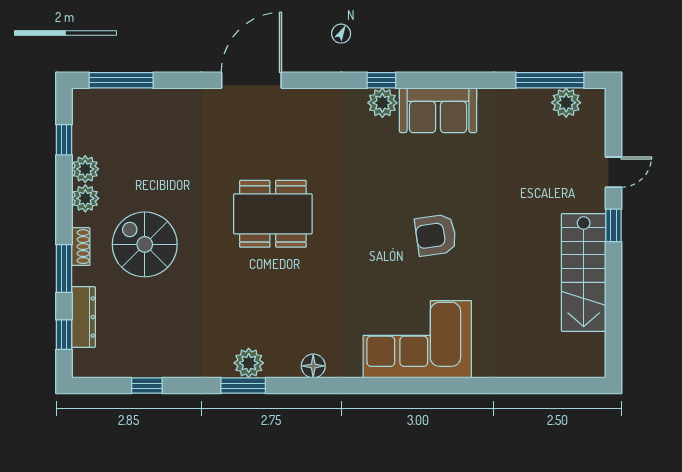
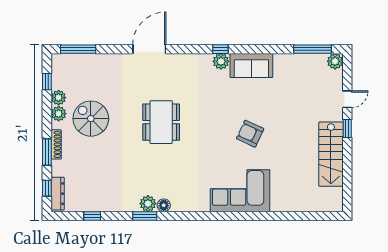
plant: (566, 103) -> (335, 61), moved
dining table: (273, 214) -> (161, 122), turned 90
armchair: (436, 235) -> (250, 134), turned 33
spiral stairs: (145, 244) -> (91, 119), moved
shoe rack: (81, 247) -> (56, 144), width x1.43
dresser: (83, 317) -> (58, 194), moved
floor lamp: (313, 366) -> (164, 205), moved

